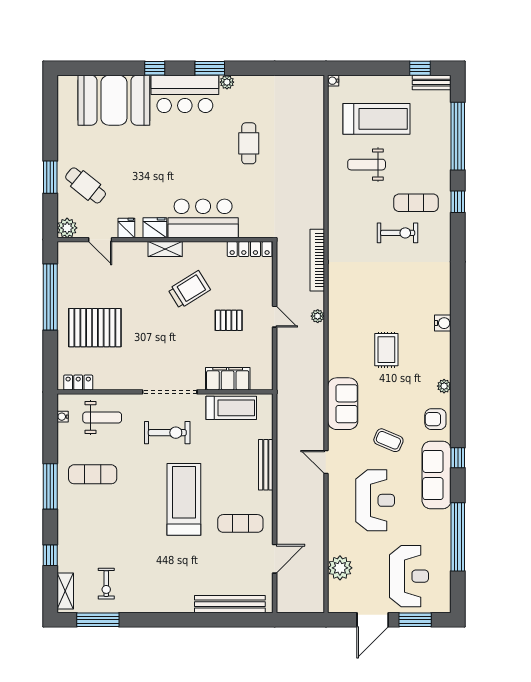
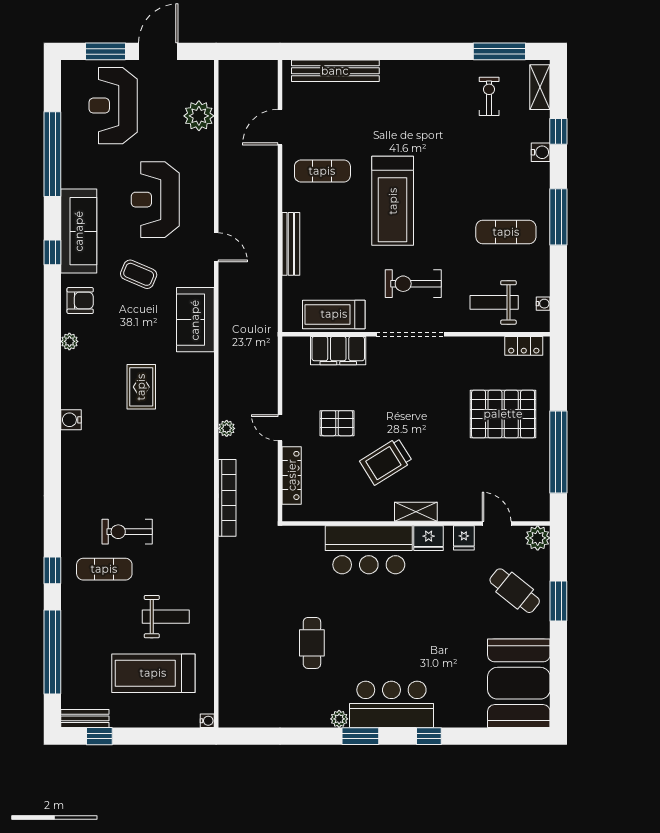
booth: (114, 100) -> (519, 683), moved, turned 90
locker: (250, 249) -> (292, 475), moved, turned 90
water cooler: (65, 539) -> (541, 152), added

